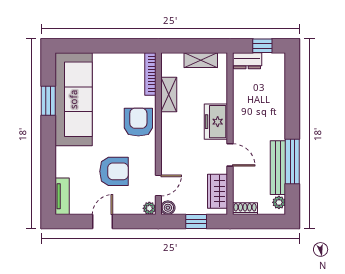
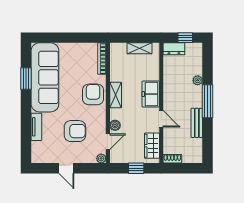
shelving: (169, 95) -> (116, 95), moved
window: (292, 161) -> (207, 101), moved
bench: (278, 168) -> (197, 123), width x0.73
tv unit: (62, 196) -> (36, 127), moved
plant: (279, 202) -> (198, 80), moved
boiler: (168, 208) -> (115, 125), moved
door: (102, 222) -> (66, 168), swing flipped

